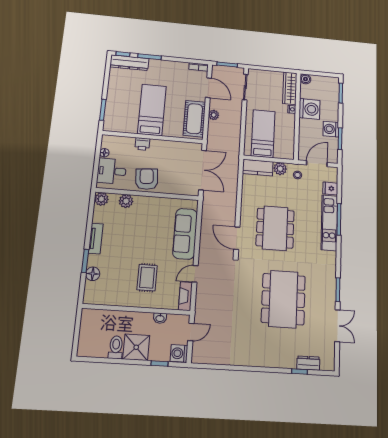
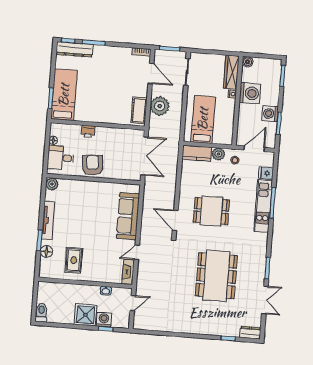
bed: (152, 110) -> (64, 95), moved
plant: (214, 115) -> (160, 106), width x1.87, depth x1.87
cot: (194, 119) -> (139, 110), width x0.73, depth x0.75
plant: (126, 201) -> (74, 186), removed
dining table: (275, 228) -> (211, 211), width x0.73
tv unit: (96, 239) -> (48, 220), width x1.41
rug: (147, 278) -> (74, 260), moved
toilet: (116, 347) -> (41, 312), moved
washing machine: (179, 353) -> (104, 320), moved, turned 90
dresser: (308, 363) -> (250, 333), moved

